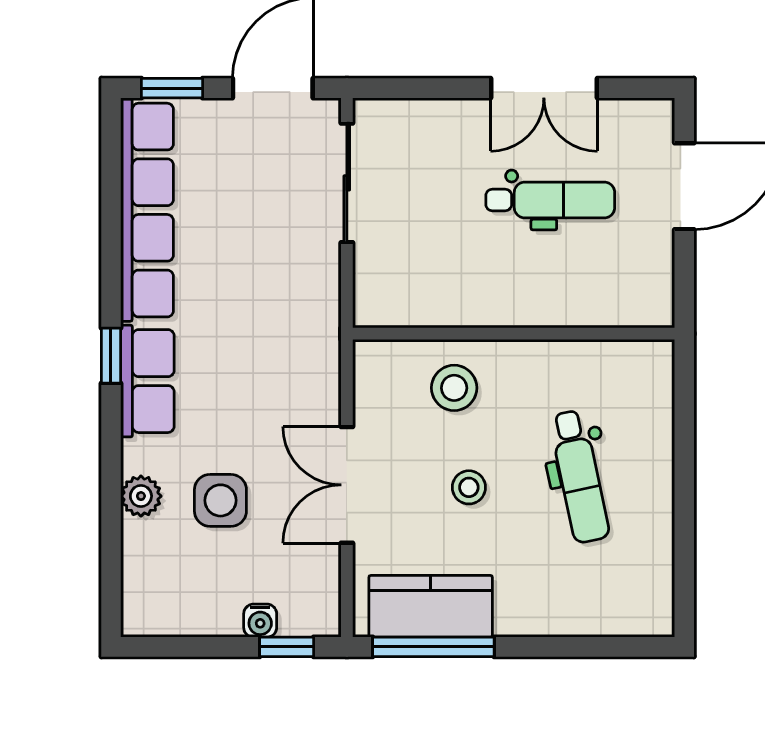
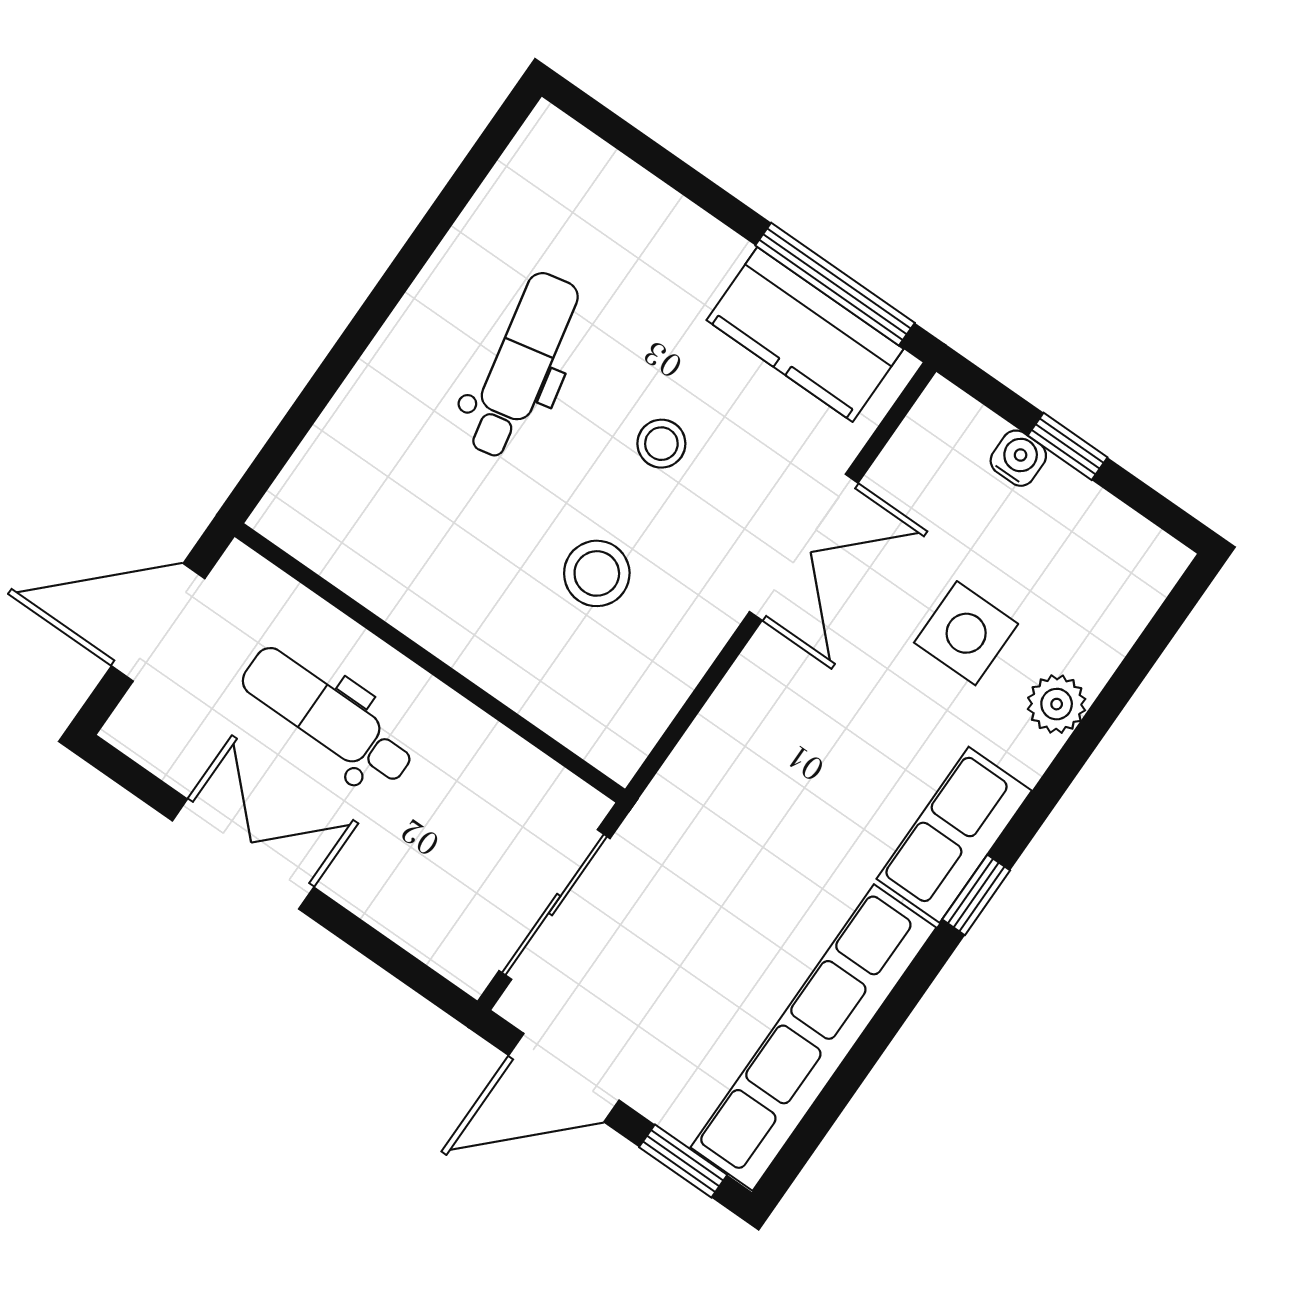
wall: (514, 334) -> (430, 663), moved
window: (287, 647) -> (1068, 446), moved

